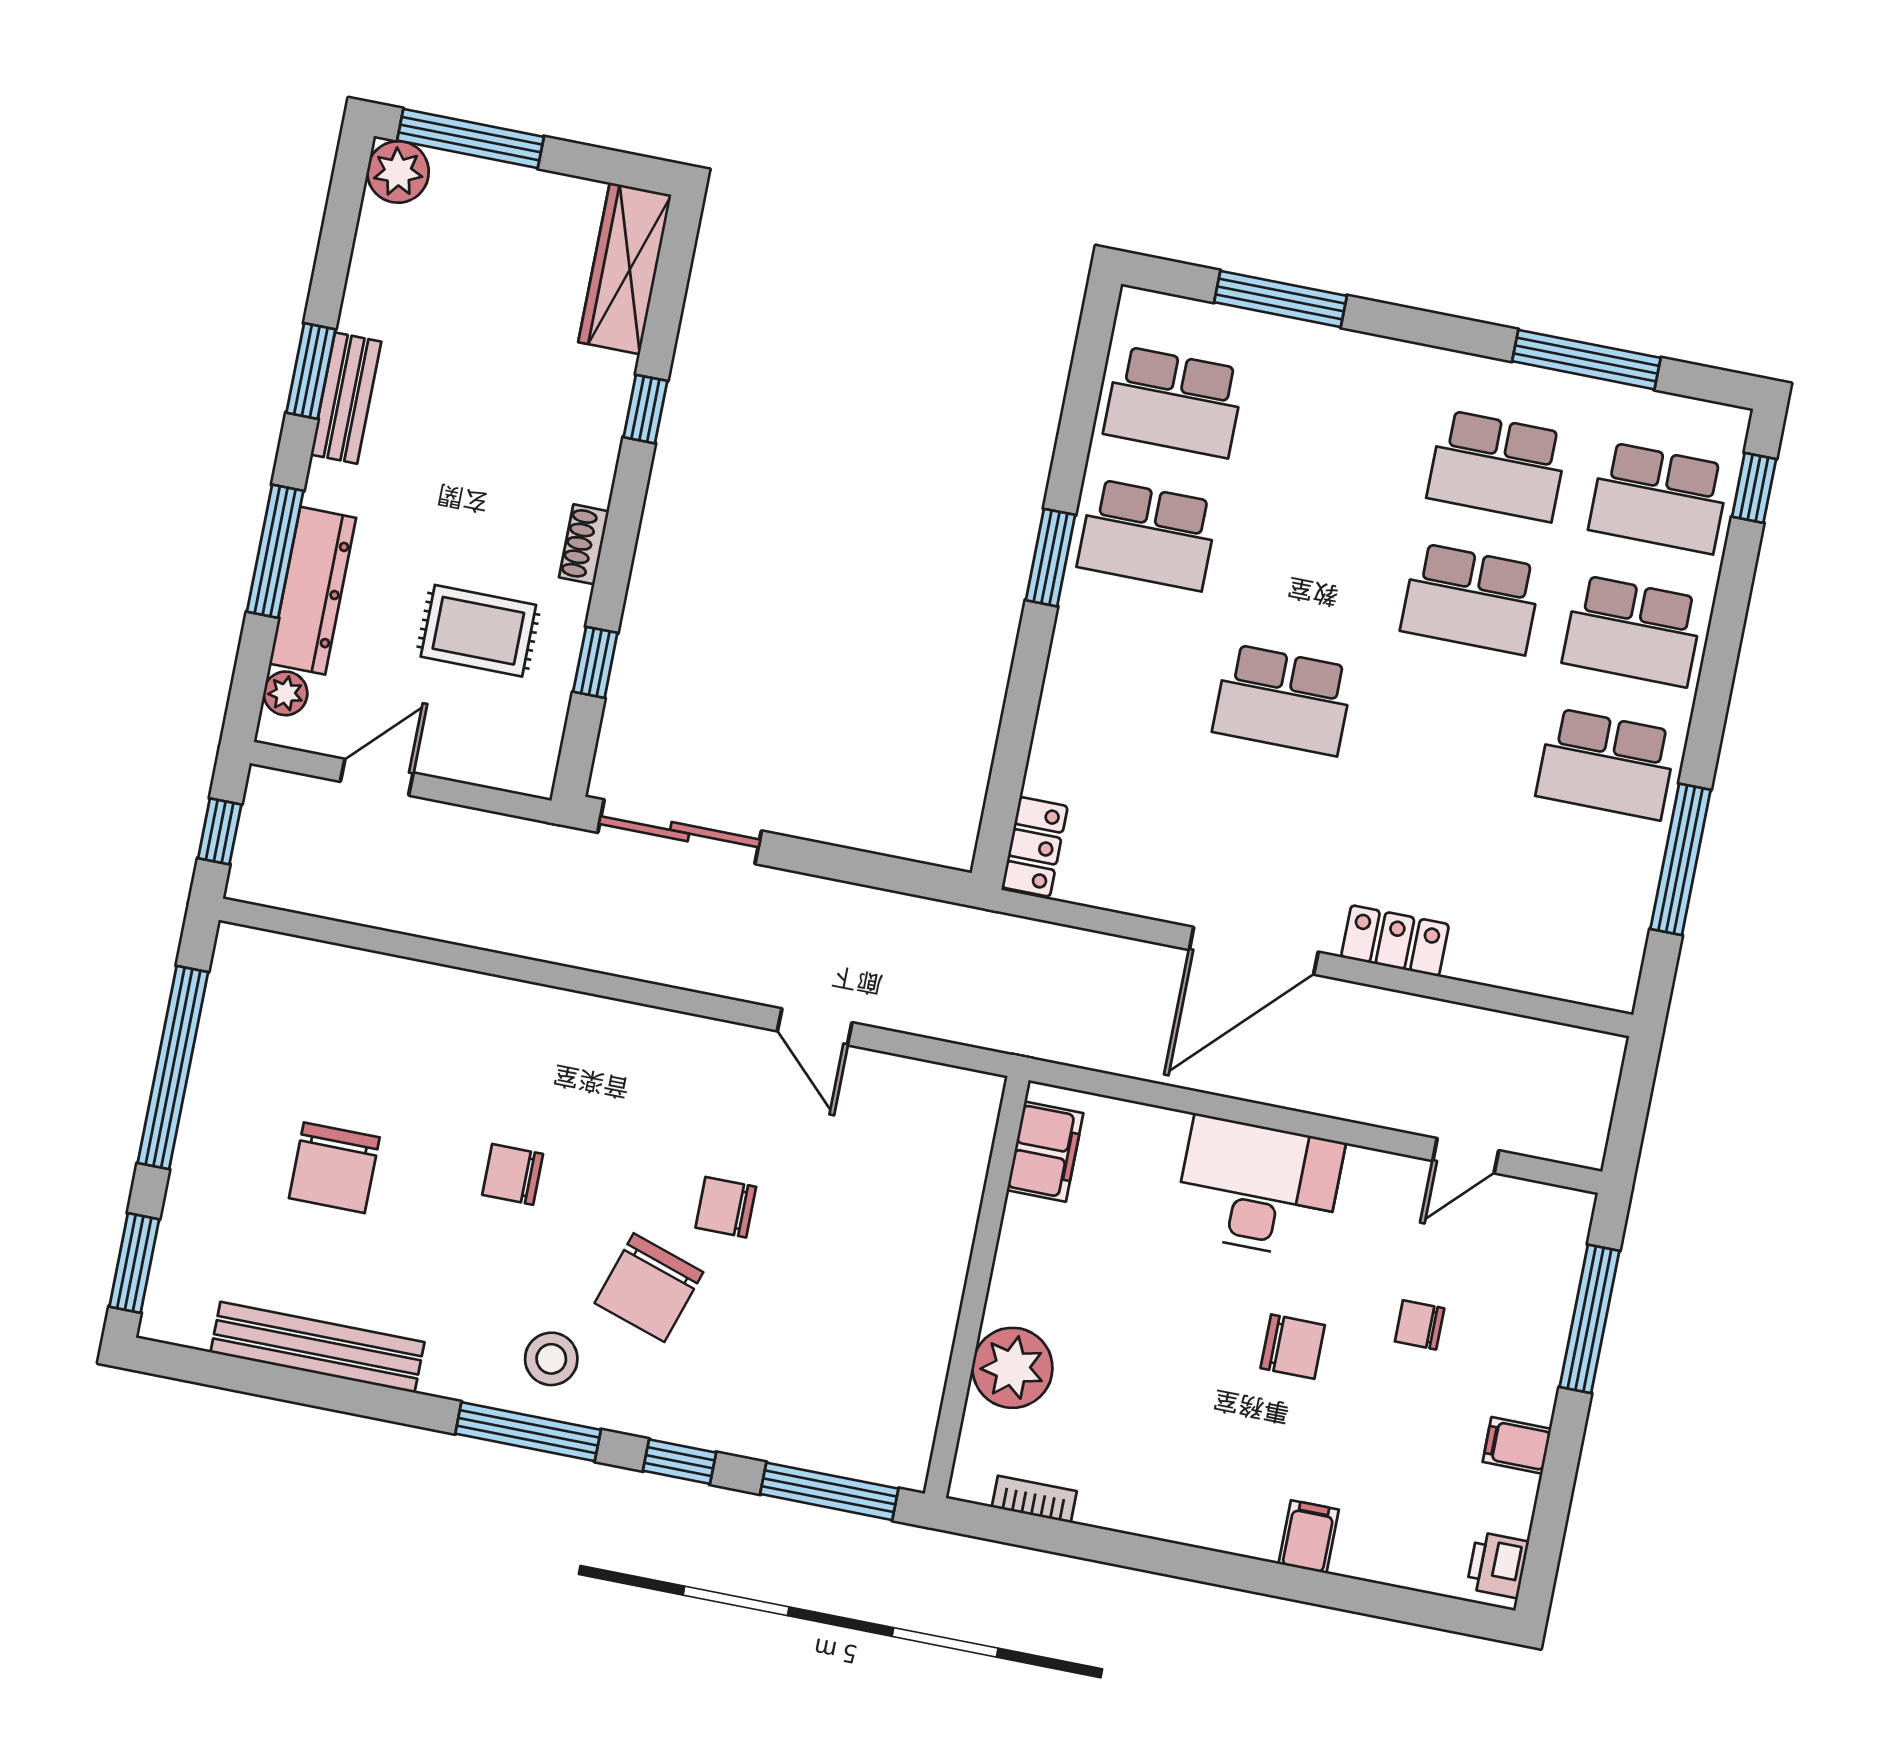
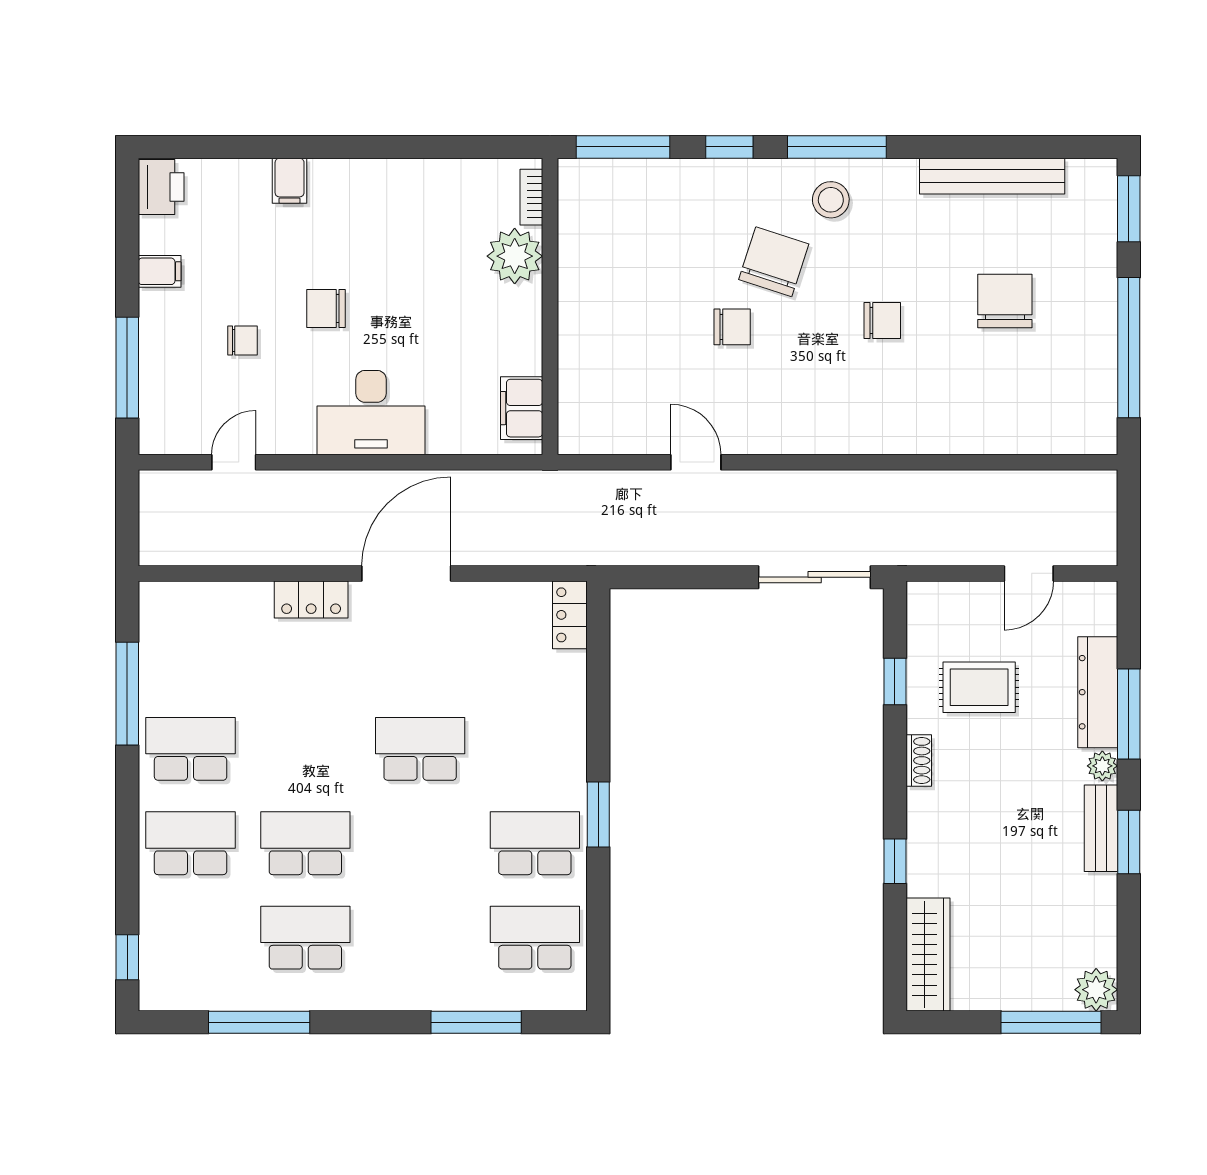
school desk: (1659, 498) -> (191, 938), removed
plant: (286, 693) -> (1102, 766), moved
window: (220, 831) -> (1129, 515), removed
bookcase: (1034, 1499) -> (531, 197), moved, turned 90
printer: (1498, 1565) -> (161, 187), width x1.36, depth x1.24

